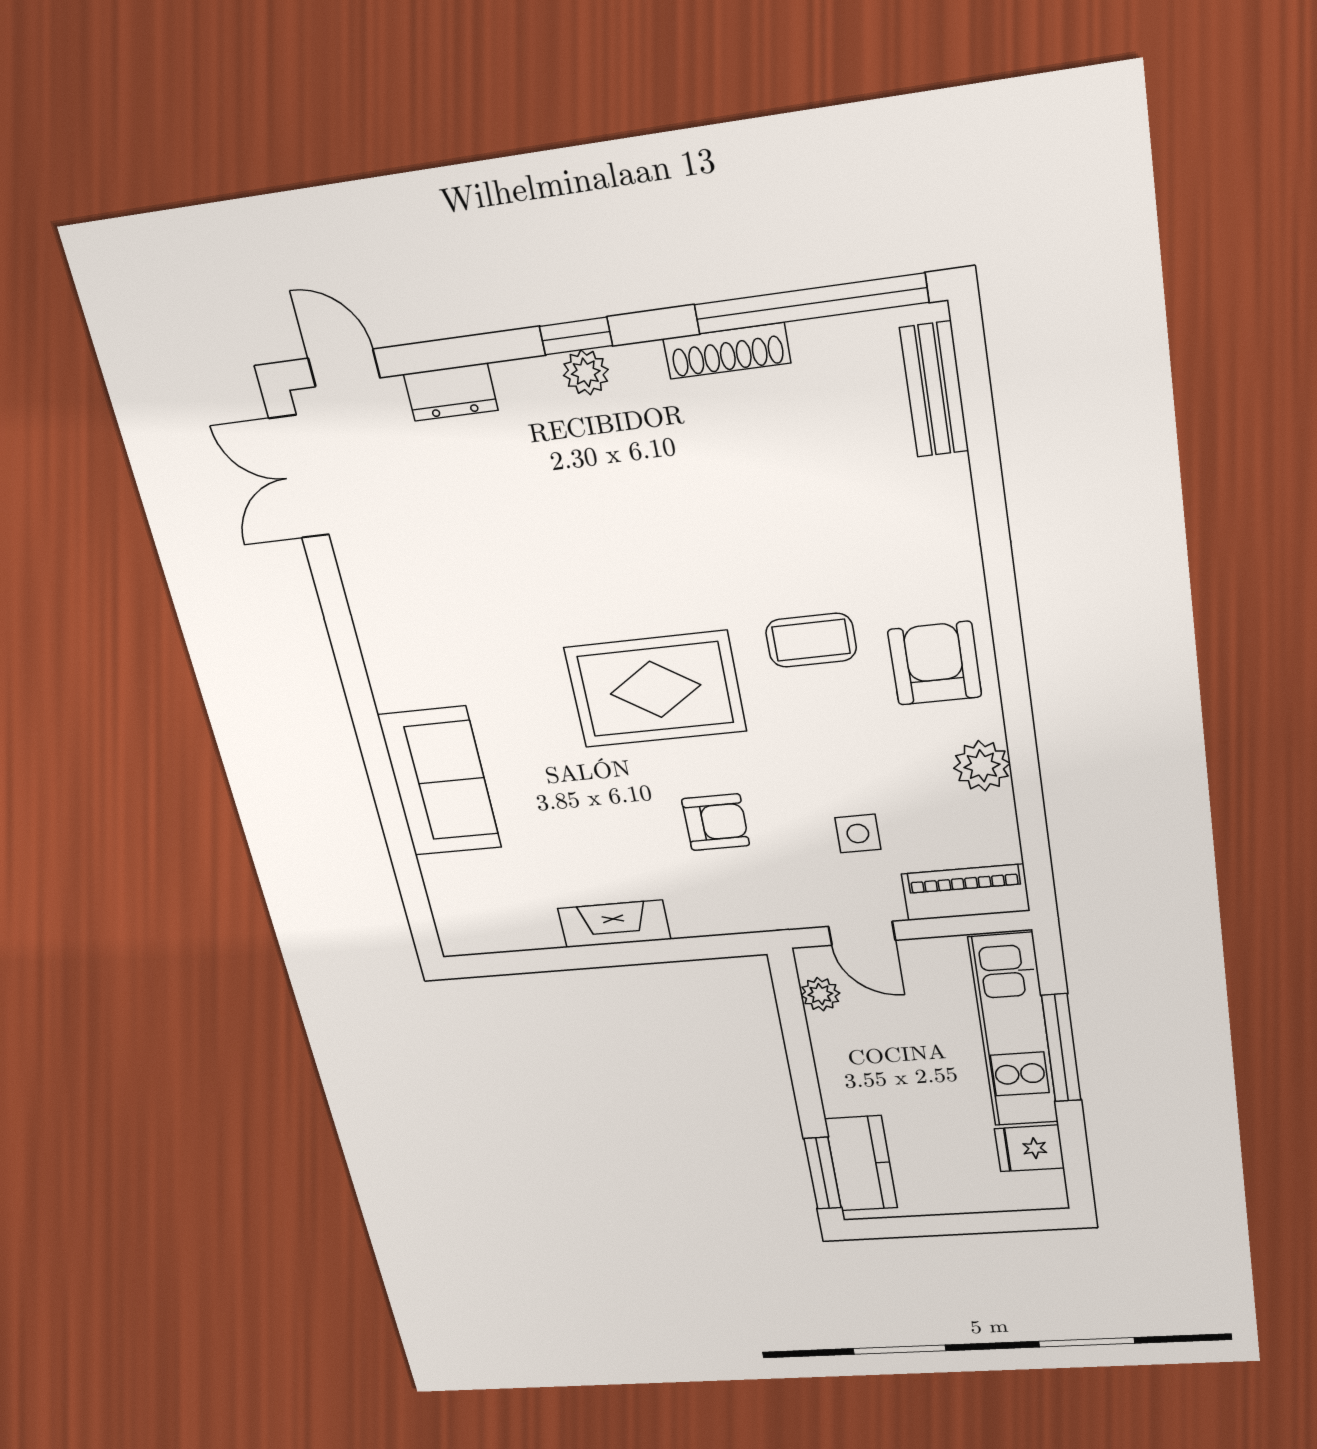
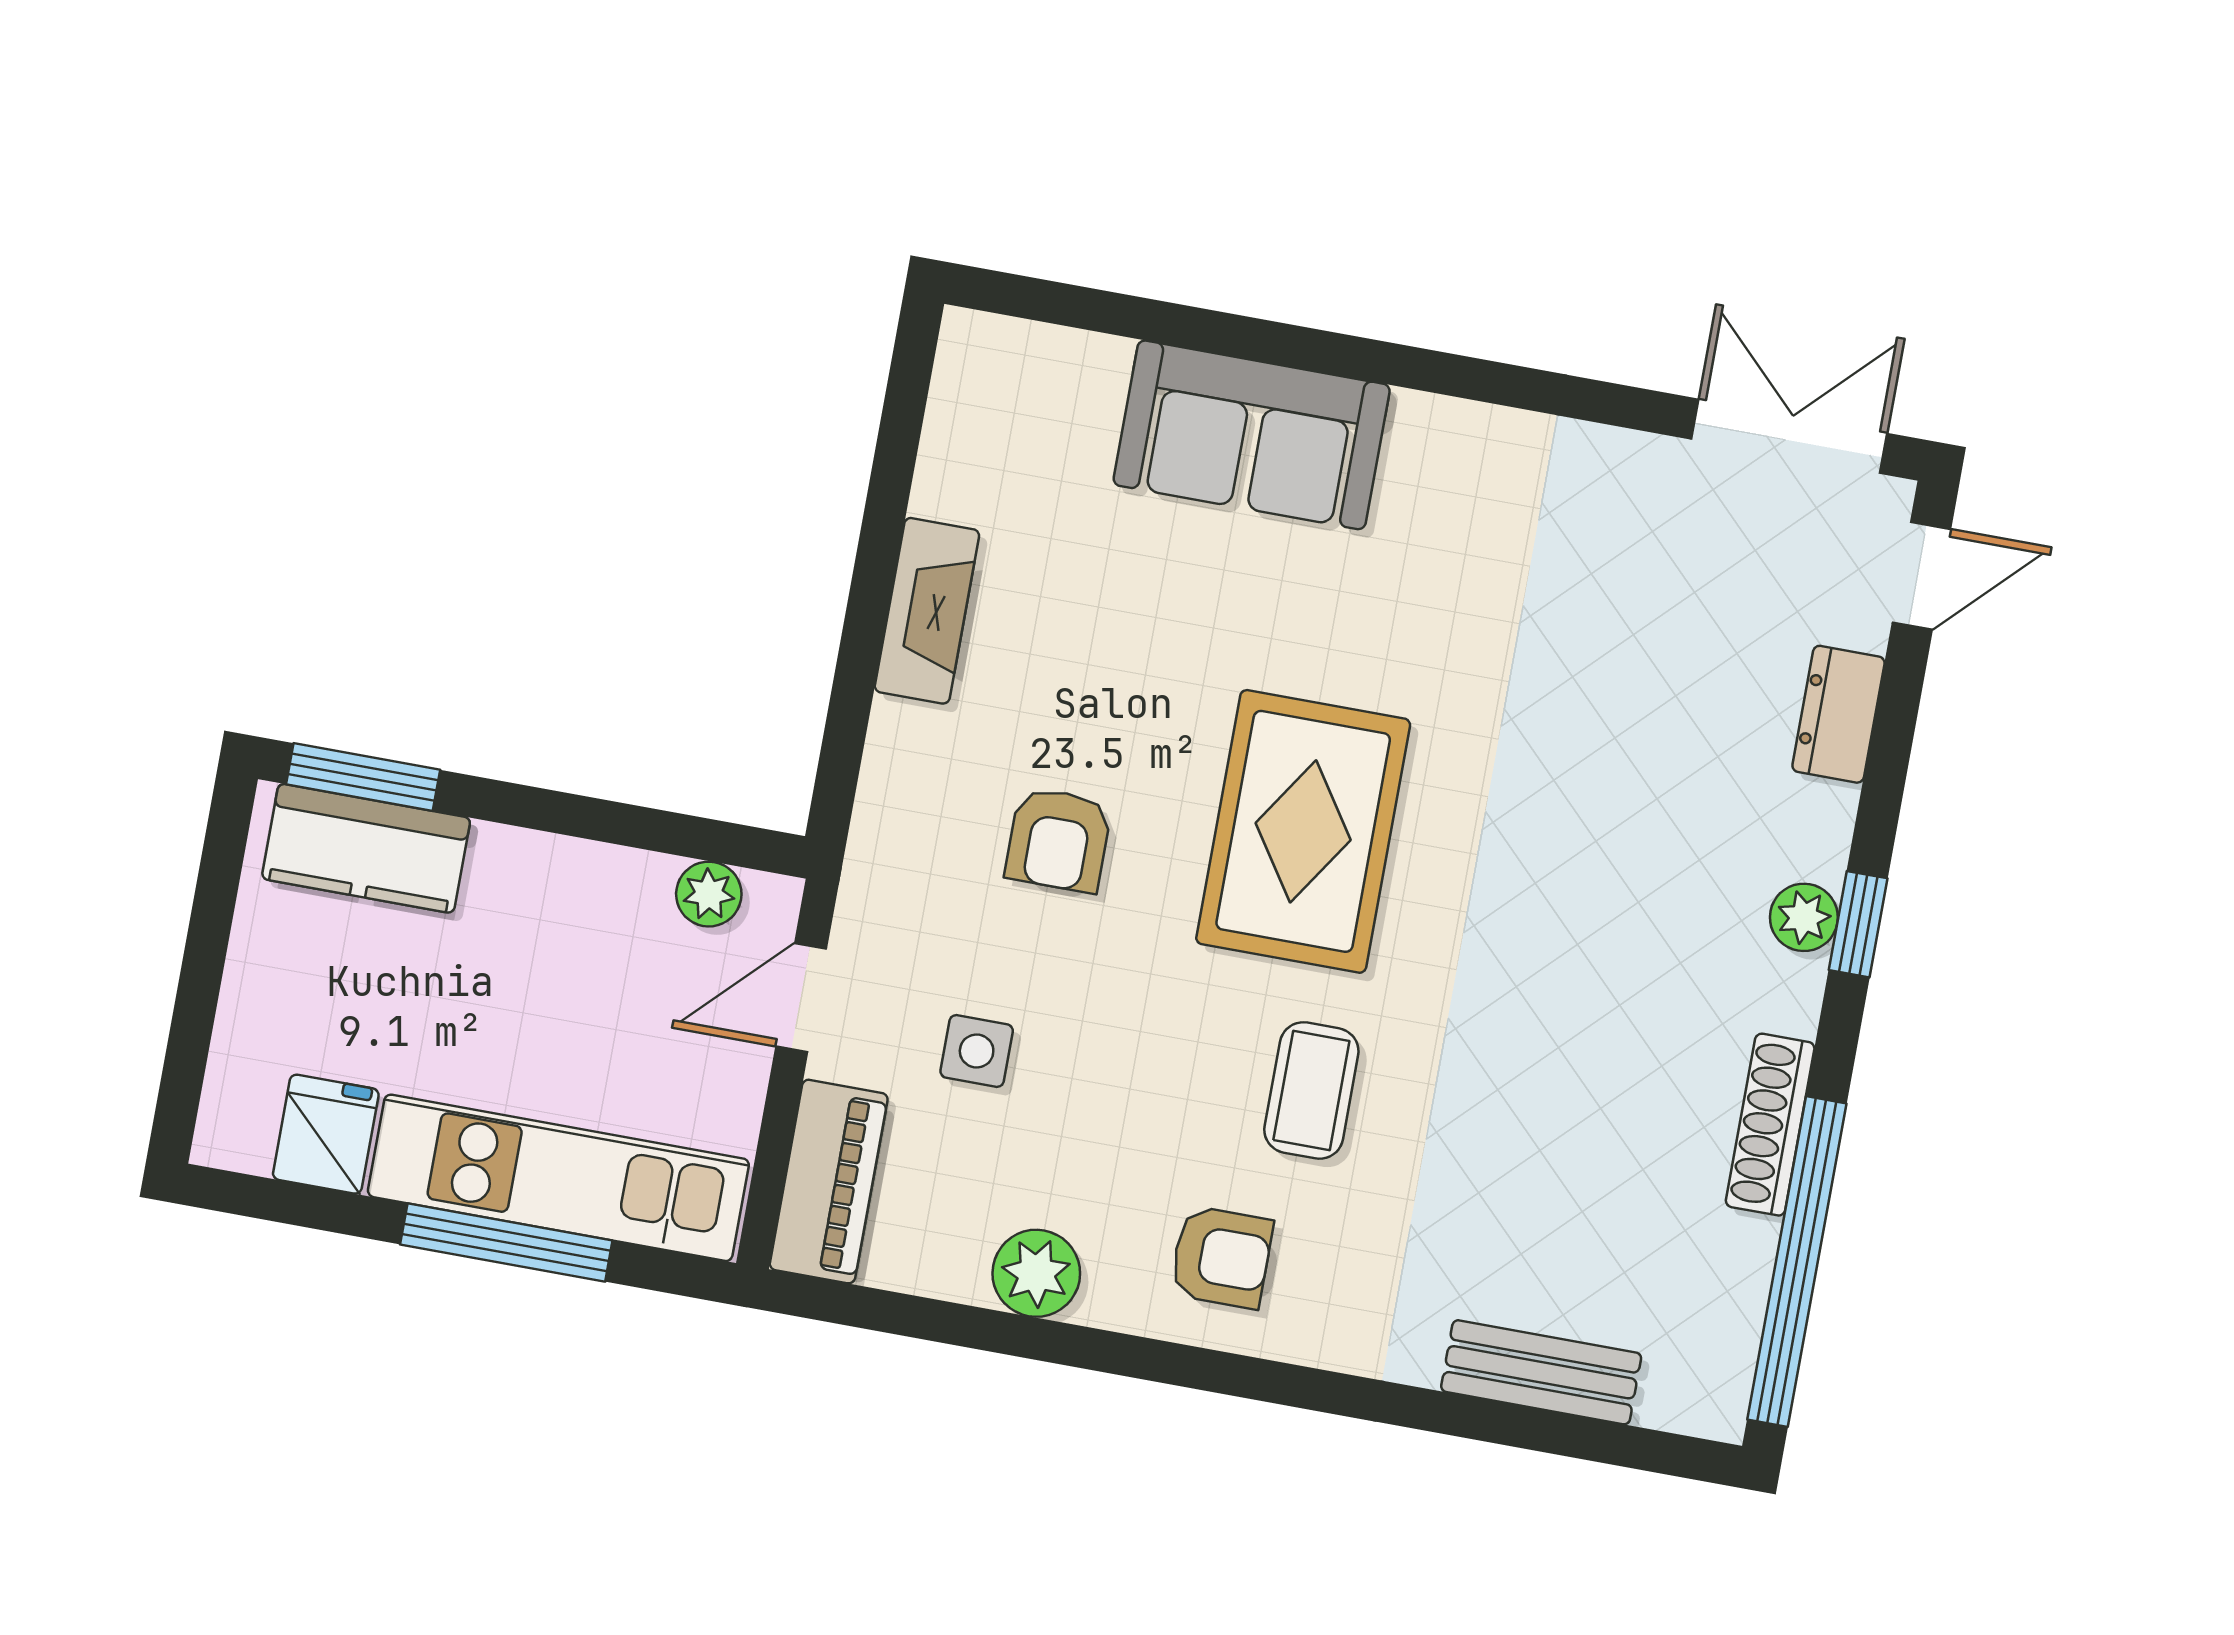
bench: (934, 390) -> (1541, 1372), moved
armchair: (935, 663) -> (1221, 1257), width x0.72, depth x0.72

